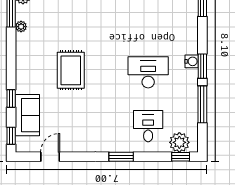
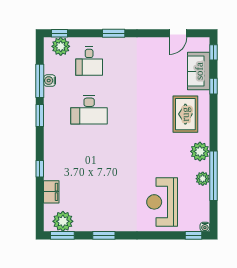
plant: (21, 27) -> (200, 151), width x1.87, depth x1.87
water cooler: (192, 61) -> (50, 81), moved
rug: (71, 70) -> (185, 114), moved

